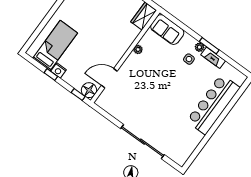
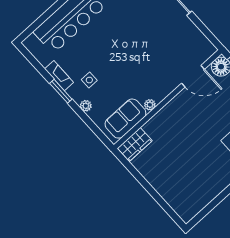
sofa: (167, 30) -> (125, 119), moved, turned -90
plant: (199, 47) -> (86, 106), moved

